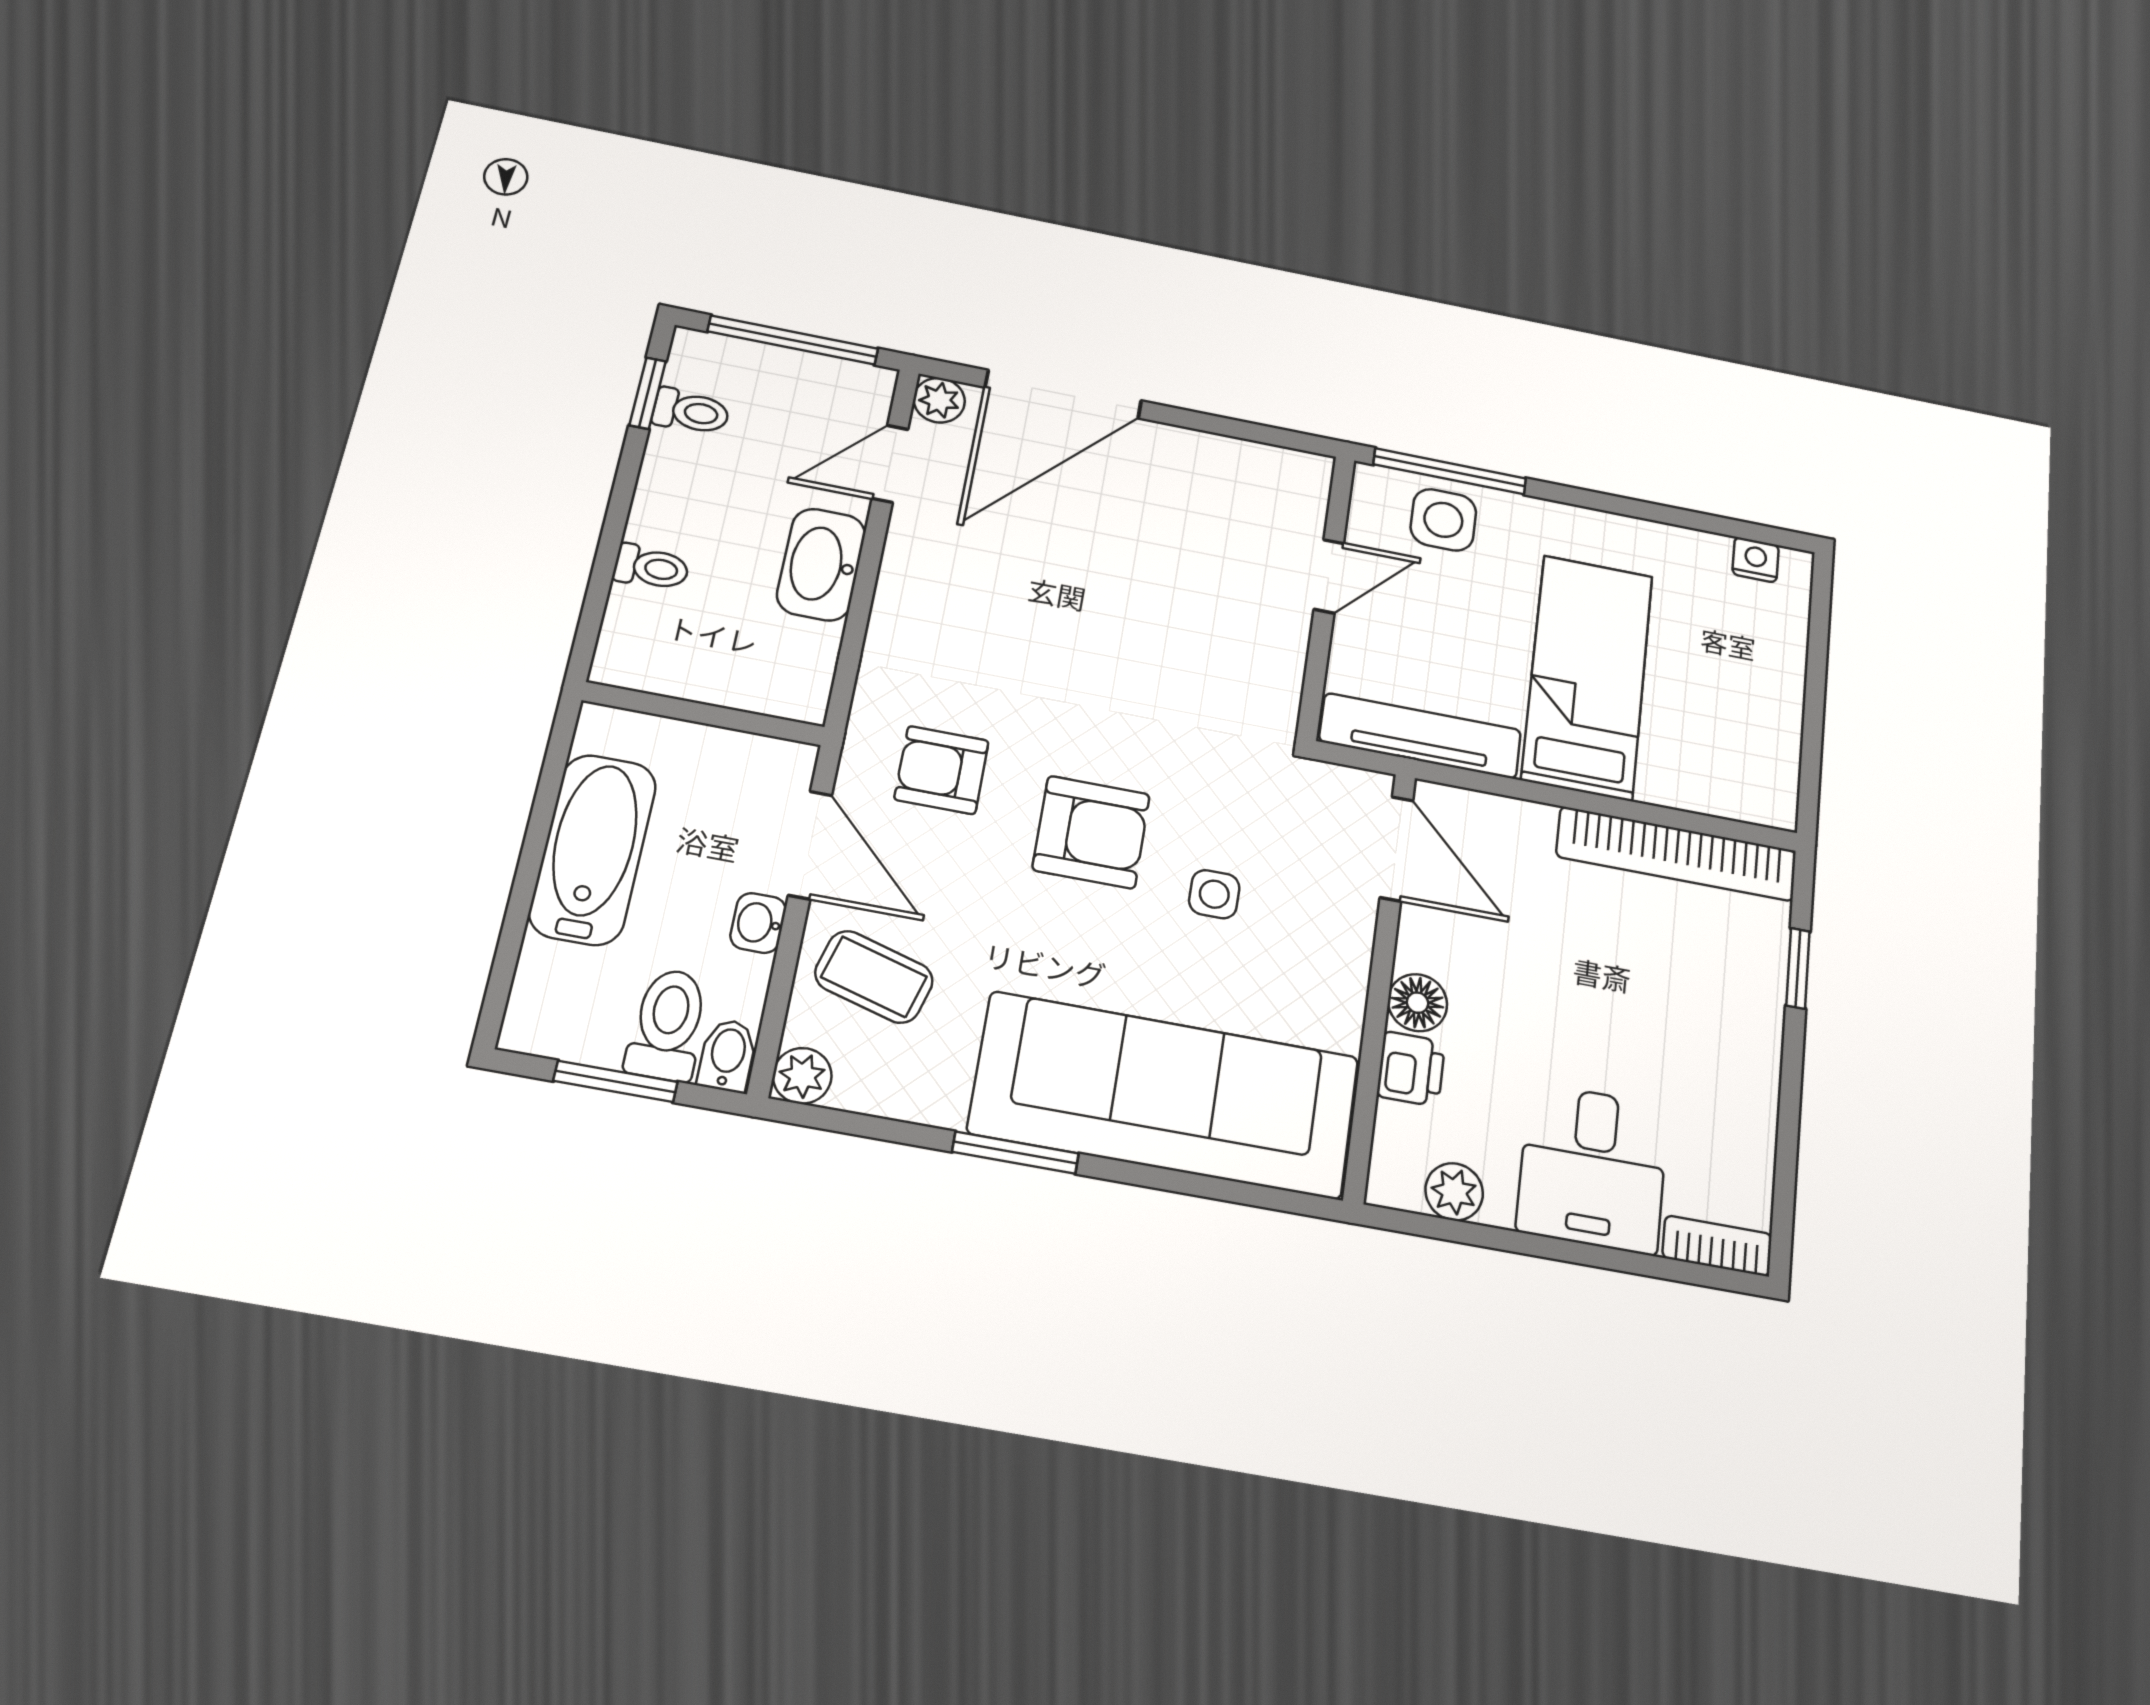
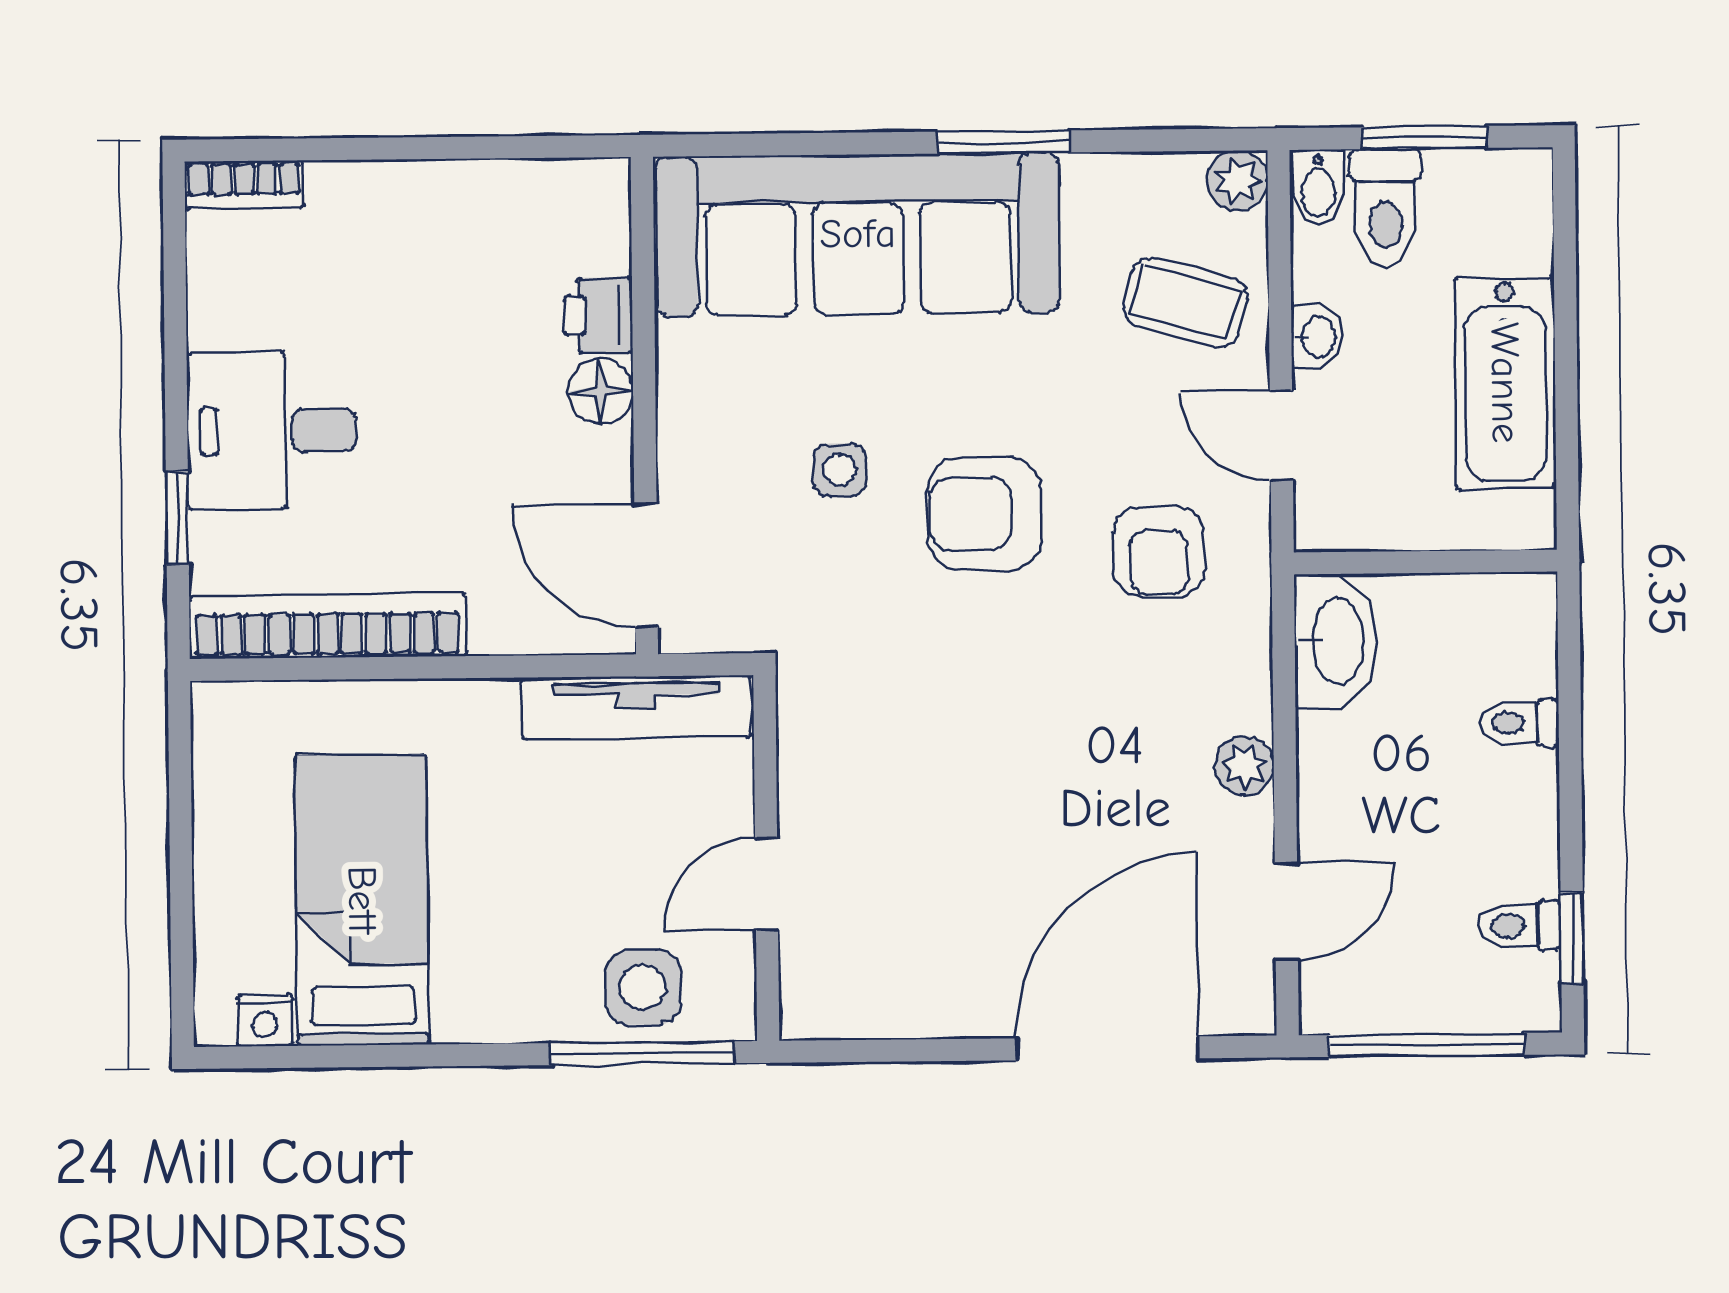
plant: (939, 400) -> (1244, 766), moved
washbasin: (821, 564) -> (1336, 641), moved
bed: (1587, 677) -> (362, 900), moved, turned 180
armchair: (942, 770) -> (1159, 552), turned 90
door: (810, 845) -> (1281, 435), width x0.73
desk: (1593, 1168) -> (272, 431), moved, turned -90
plant: (1454, 1192) -> (536, 189), removed

